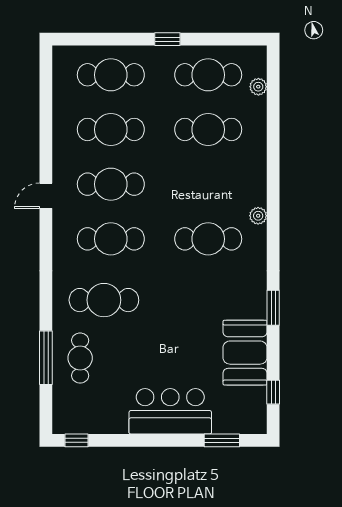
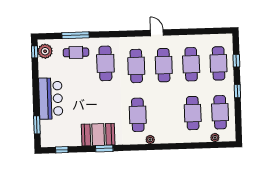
window: (107, 39) -> (236, 61), added
booth: (245, 353) -> (98, 135), moved
plant: (76, 419) -> (45, 51), added

